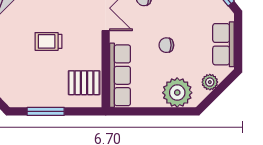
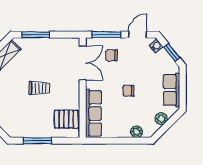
trolley: (48, 41) -> (39, 88), turned 180
plant: (177, 93) -> (137, 132), width x0.53, depth x0.53

